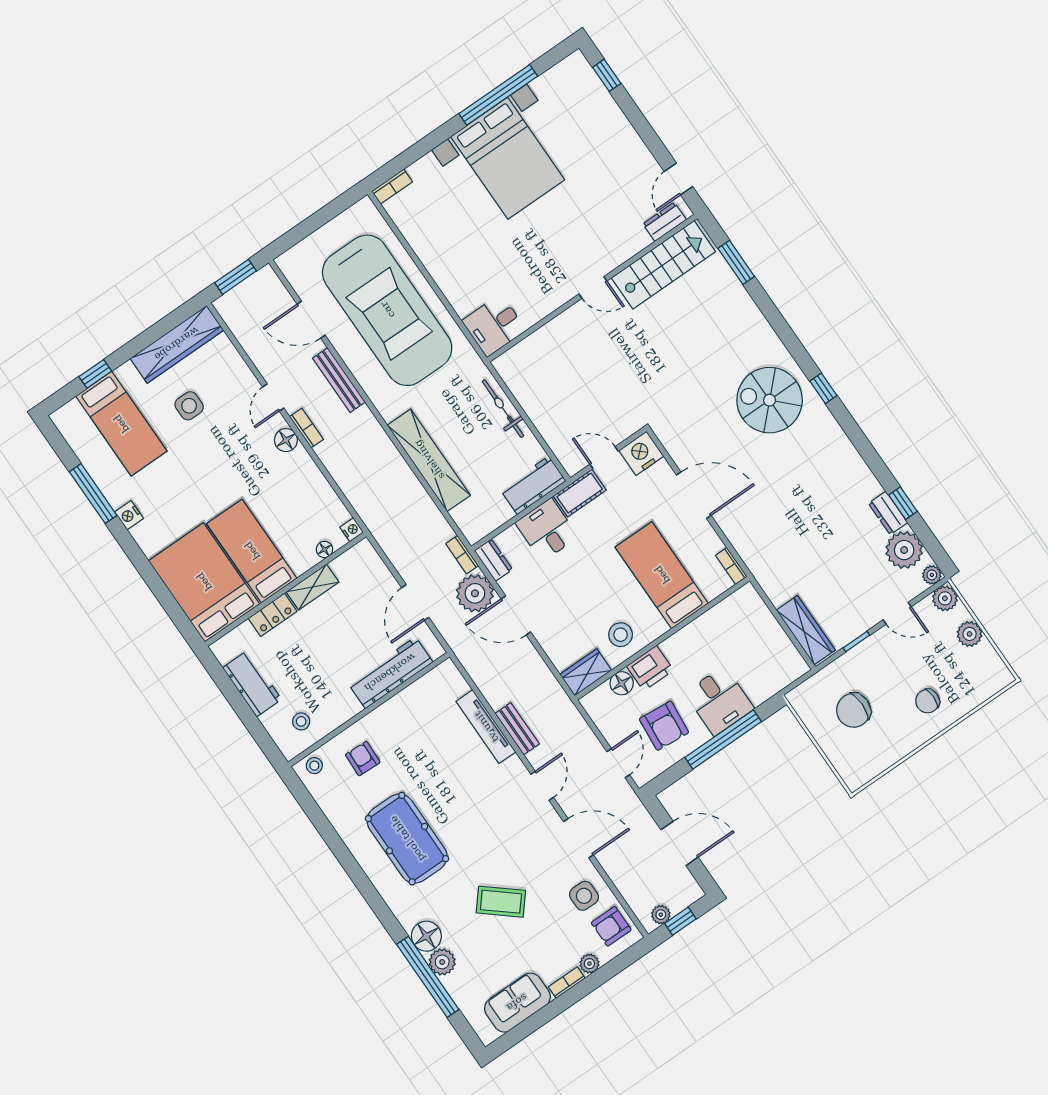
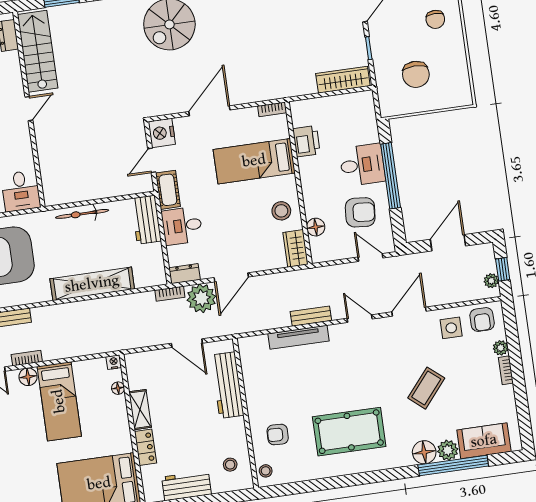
bed: (252, 551) -> (59, 401), moved, turned -90
printer: (650, 668) -> (306, 141), moved
sofa: (517, 1003) -> (484, 441), moved, turned 90

